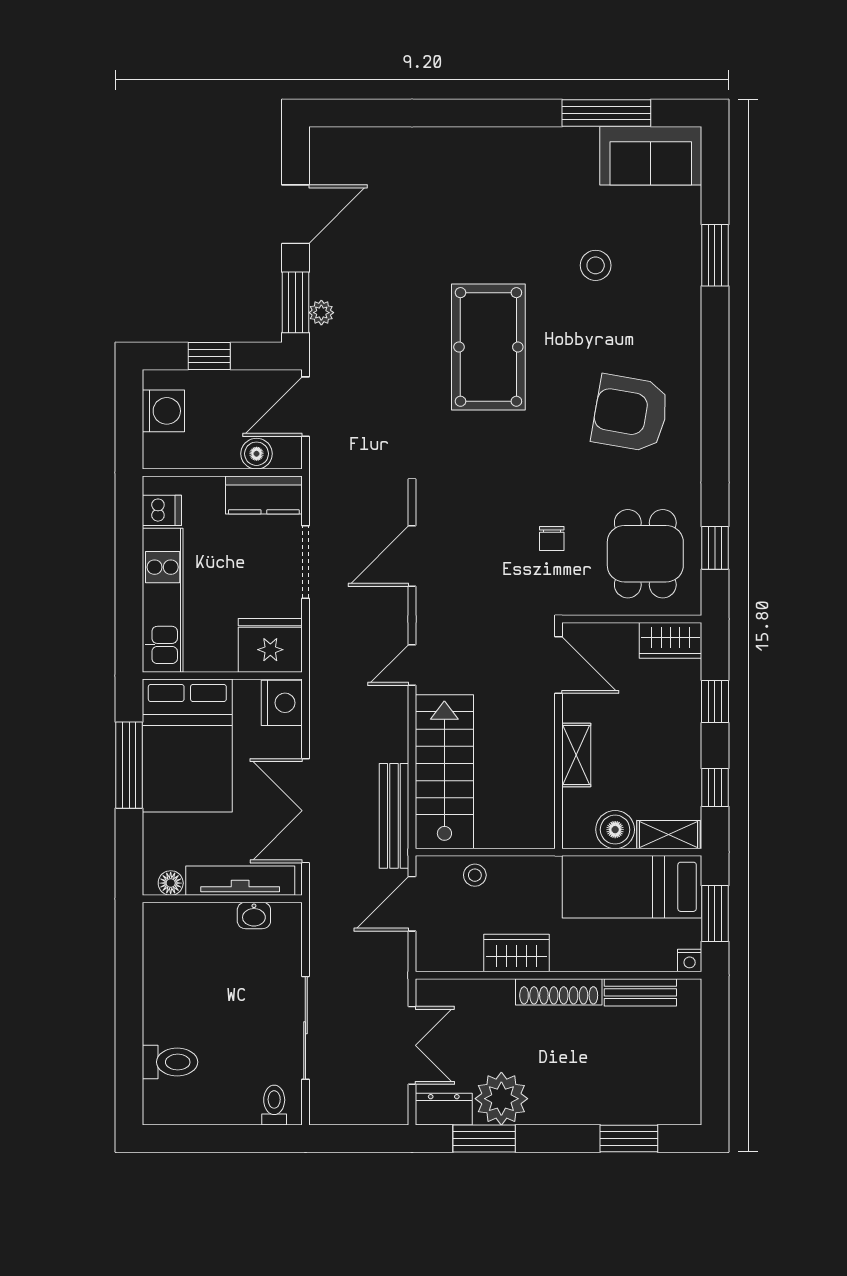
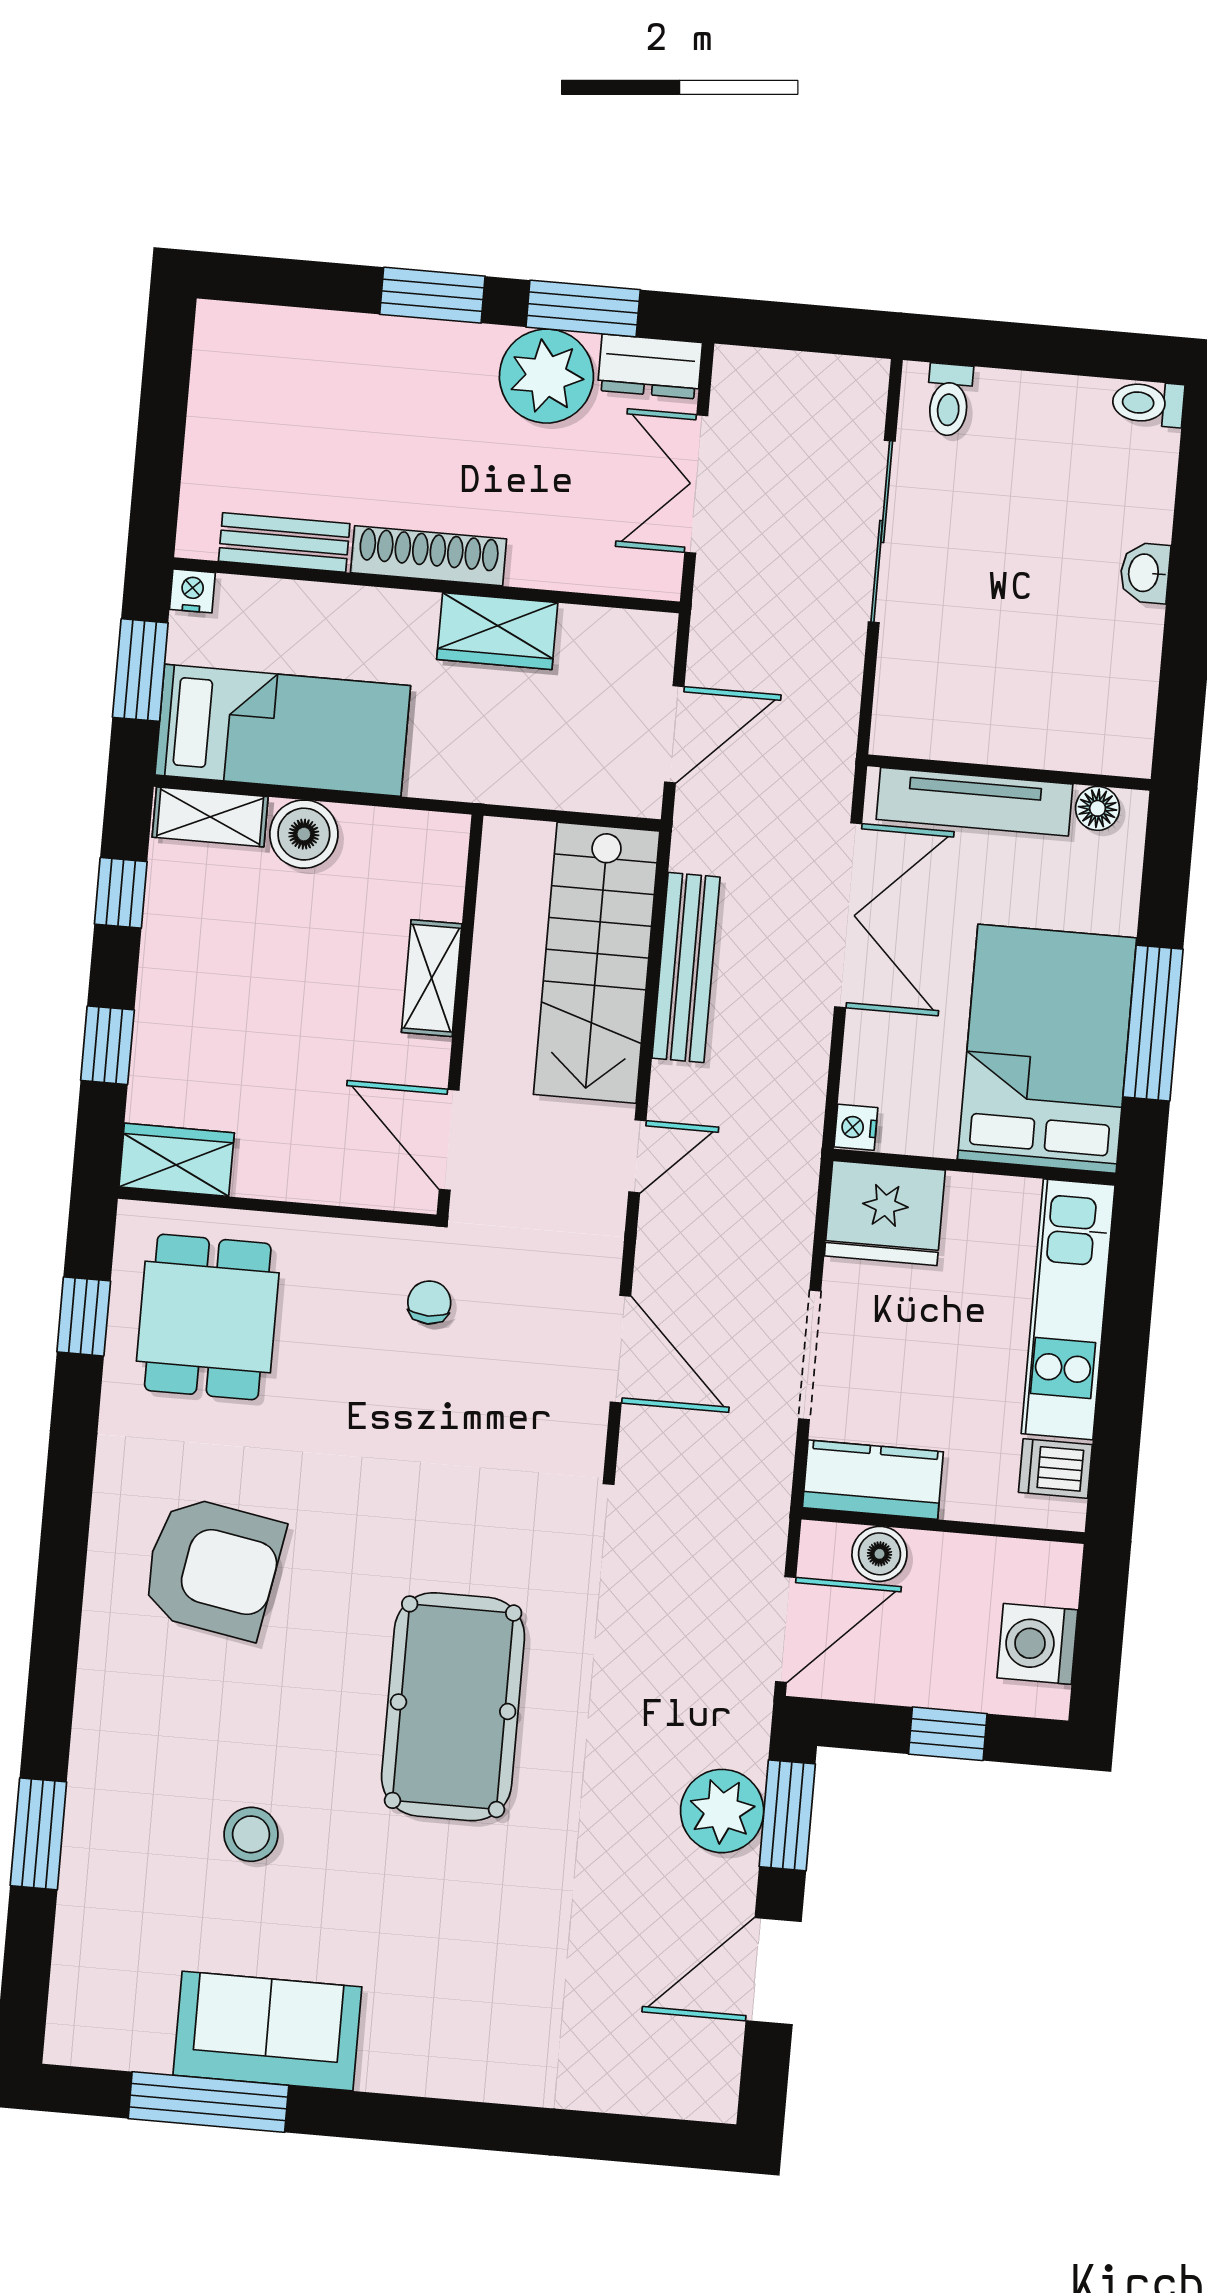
sofa: (651, 156) -> (267, 2031), moved
plant: (321, 313) -> (722, 1811), width x1.87, depth x1.87
chair: (552, 538) -> (429, 1302), moved
door: (412, 556) -> (620, 1349), hinge flipped
door: (558, 665) -> (449, 1140), moved
nightstand: (282, 703) -> (856, 1127), width x0.53, depth x0.56
wall: (558, 736) -> (460, 1015), moved
shelving: (576, 755) -> (432, 978), moved
bench: (394, 816) -> (686, 968), moved
stool: (475, 875) -> (559, 775), removed
washbasin: (254, 915) -> (1145, 573), moved, turned -90
toilet: (170, 1062) -> (1148, 403), moved, width x0.73, depth x0.72
window: (629, 1138) -> (432, 295), moved

